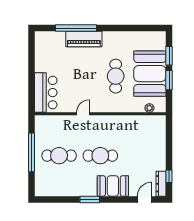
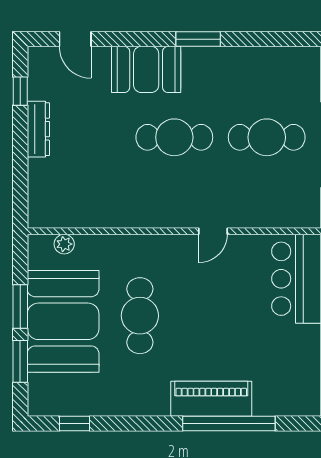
window: (145, 28) -> (75, 423), added
dresser: (161, 184) -> (38, 129), moved
door: (145, 199) -> (75, 39), hinge flipped

